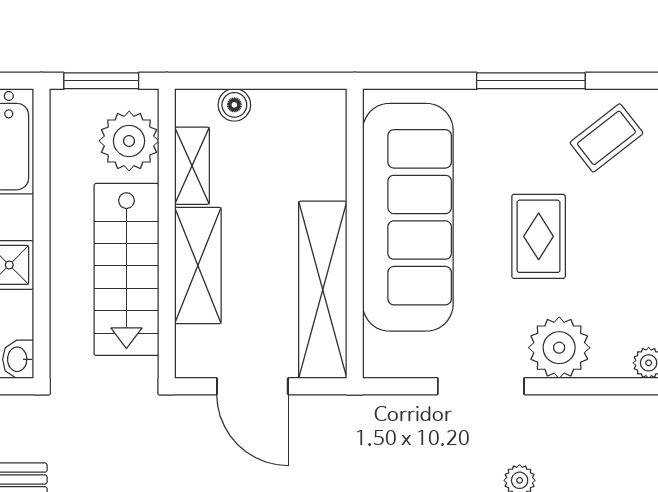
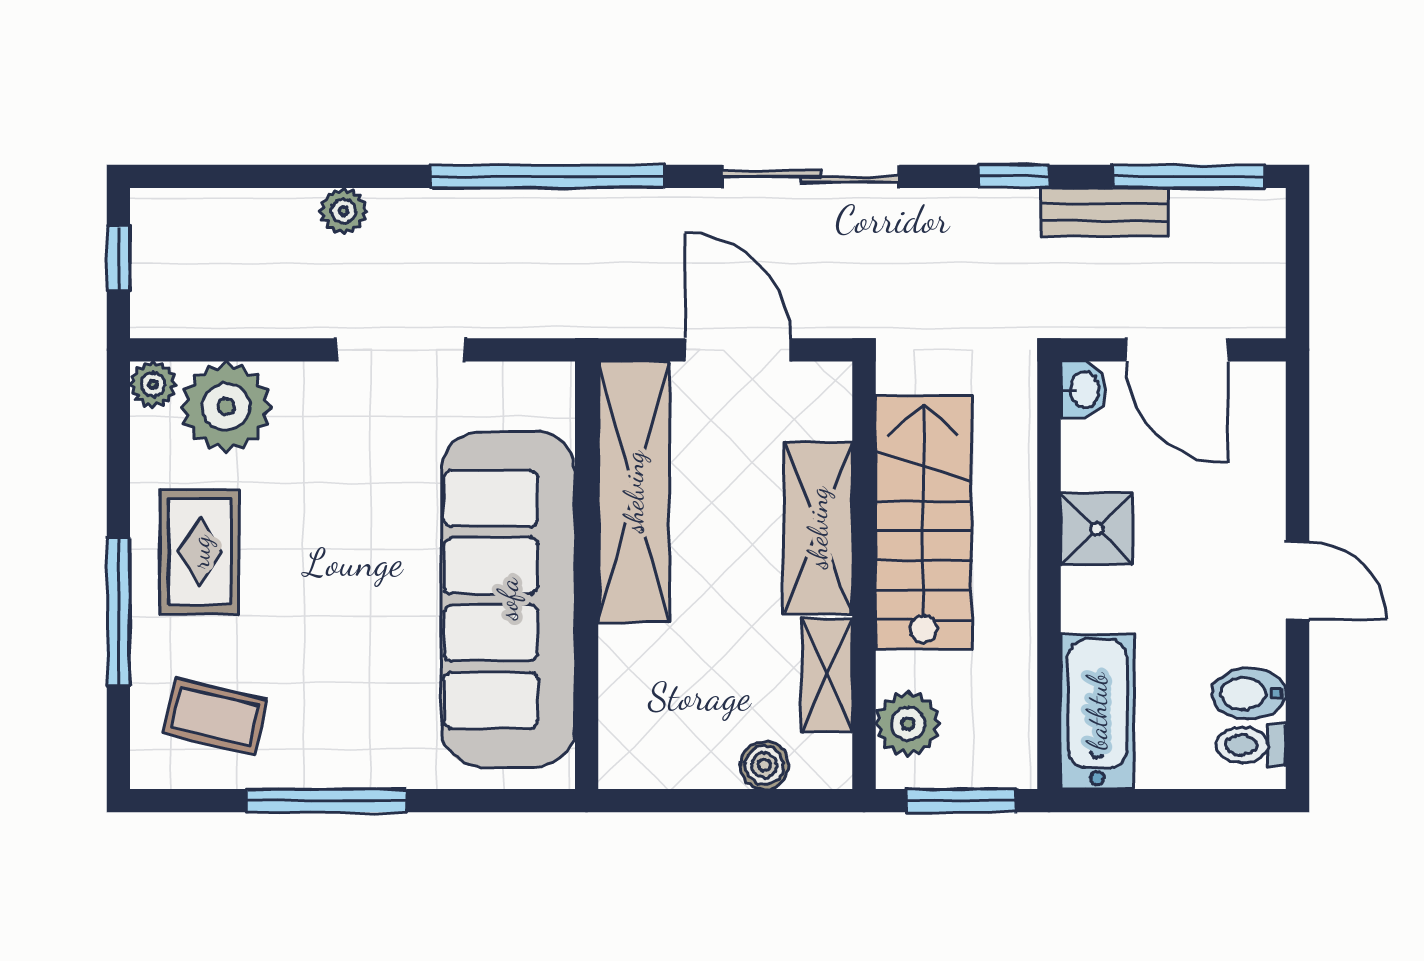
coffee table: (607, 138) -> (215, 716), turned 51
plant: (129, 141) -> (908, 724), width x0.73, depth x0.73
rug: (539, 236) -> (200, 552), moved
plant: (559, 348) -> (226, 407), moved

